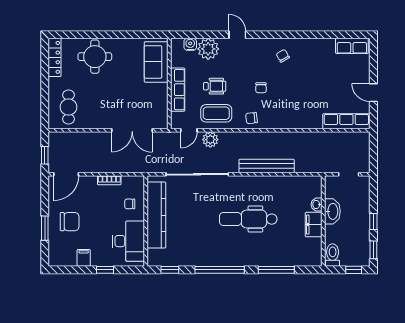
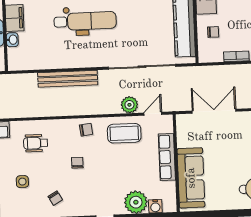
sofa: (156, 62) -> (191, 178), width x1.36
side table: (313, 72) -> (22, 182), added
wheelchair: (215, 86) -> (36, 143), moved

